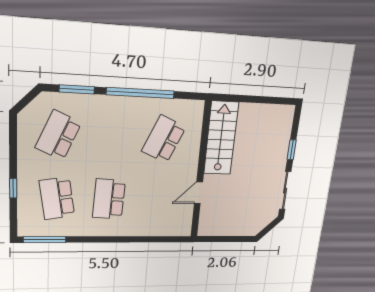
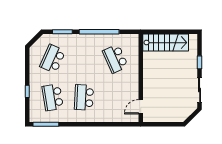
stairs: (221, 138) -> (166, 43), moved, turned 90
school desk: (164, 139) -> (115, 59), turned -48
door: (198, 193) -> (141, 107), moved

